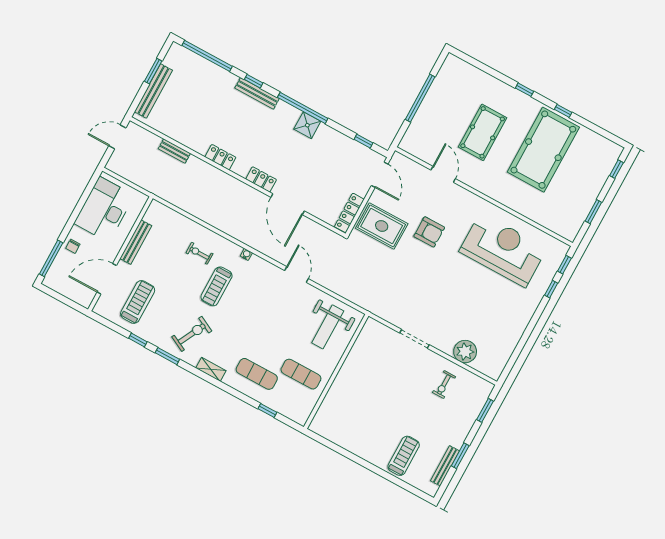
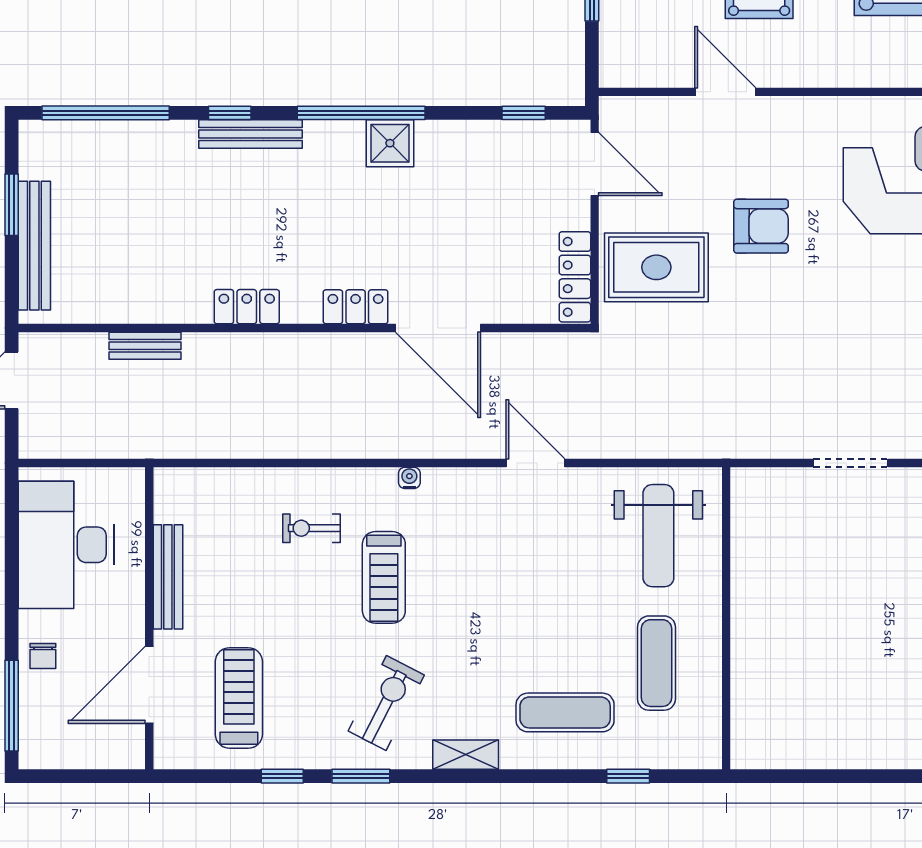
exercise mat: (301, 374) -> (656, 663), turned 90

